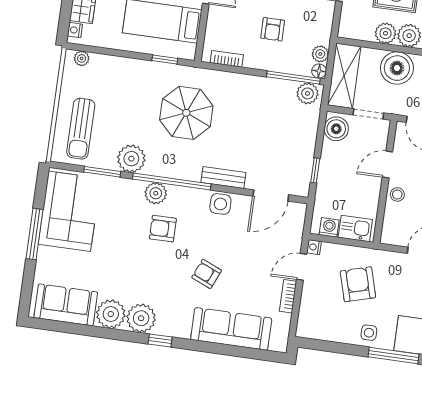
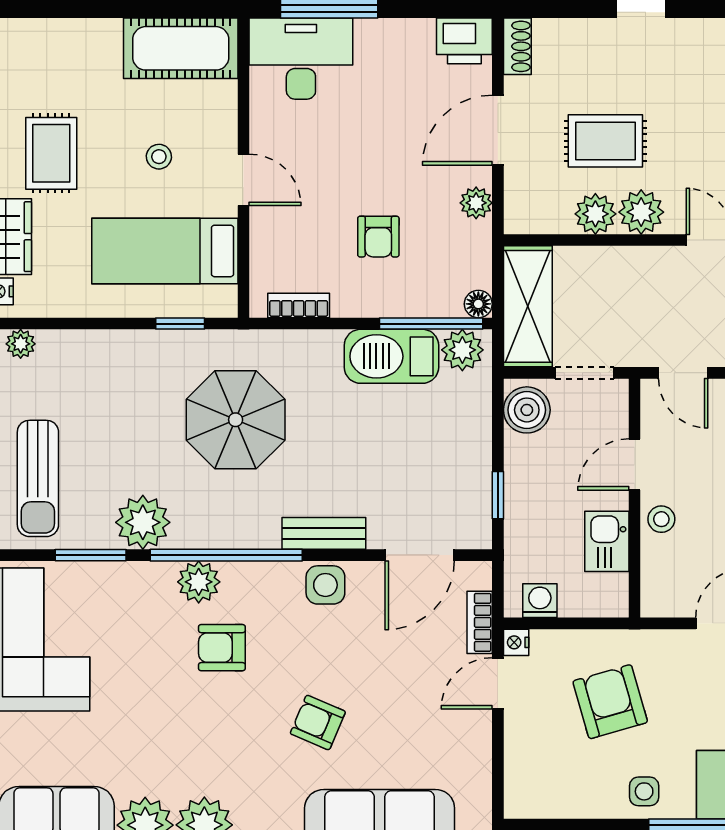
plant: (320, 54) -> (476, 203), moved
boiler: (397, 68) -> (627, 277), removed
barbecue: (271, 92) -> (391, 356), added
kitchen sink: (355, 229) -> (607, 541), moved, turned -90
bookcase: (288, 296) -> (480, 622), moved

